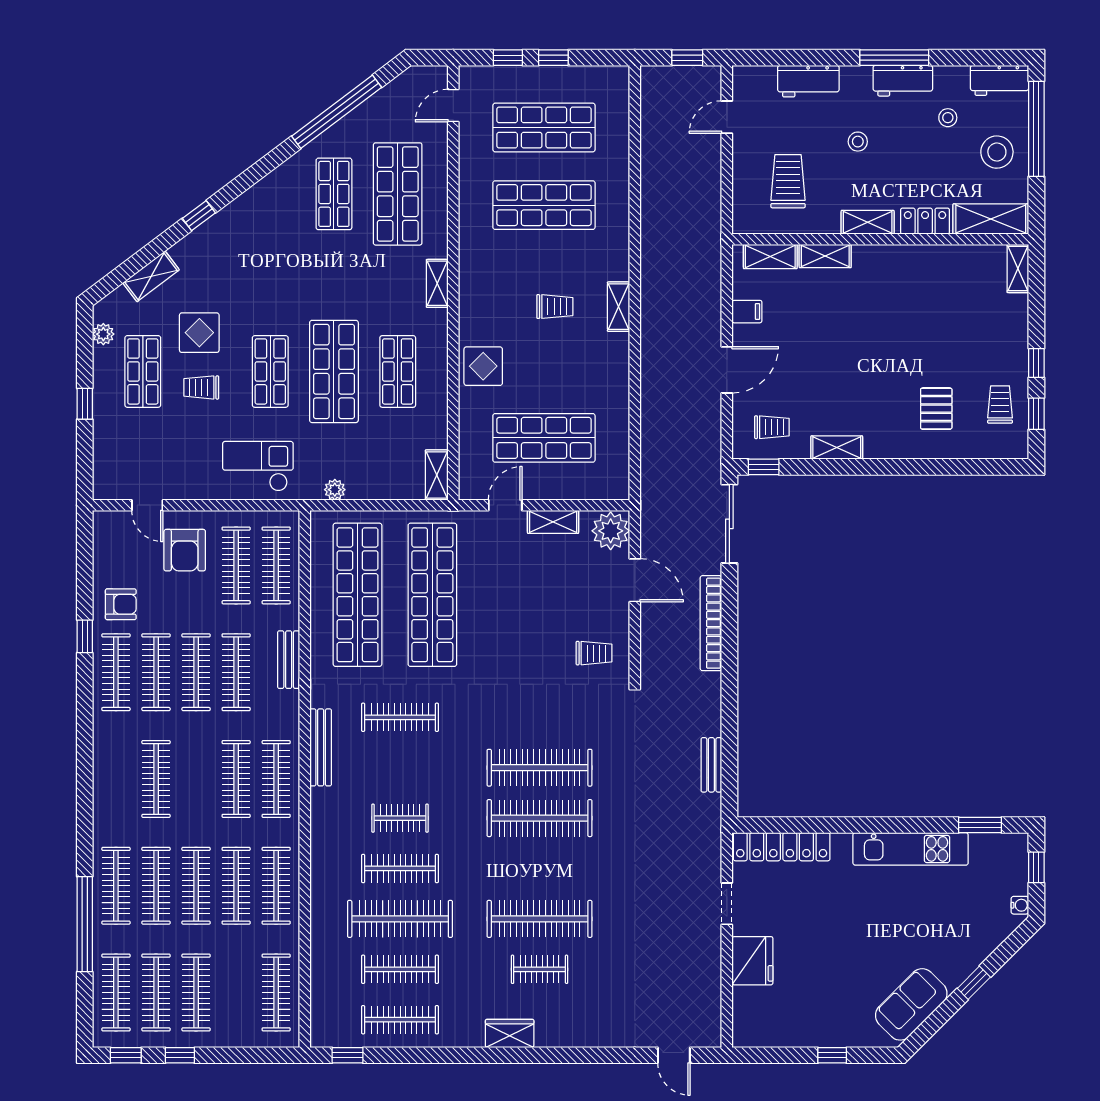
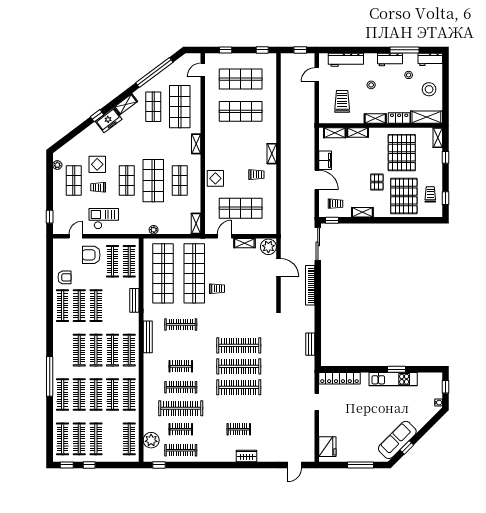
window: (553, 58) -> (262, 50), moved
window: (894, 58) -> (404, 50), moved
workbench: (808, 81) -> (346, 60), width x1.38
window: (1036, 129) -> (445, 80), removed
freezer: (227, 226) -> (109, 120), added
shelving: (151, 276) -> (126, 104), moved
pallet: (931, 304) -> (402, 153), added
trolley: (555, 307) -> (256, 175), moved
filing cabinet: (747, 312) -> (325, 160), width x2.00
window: (1036, 363) -> (445, 157), moved
door: (727, 370) -> (317, 180), hinge flipped
pallet: (872, 375) -> (377, 182), added
window: (85, 404) -> (50, 217), moved
pallet: (936, 409) -> (404, 196), width x2.05, depth x2.00
checkout: (258, 466) -> (104, 219), moved
door: (147, 505) -> (76, 236), swing flipped
armchair: (185, 550) -> (91, 255), turned 90
window: (85, 636) -> (50, 291), removed
trolley: (594, 653) -> (217, 289), moved
clothes rail: (236, 672) -> (96, 350), moved
window: (980, 825) -> (397, 369), moved
clothes rail: (540, 919) -> (239, 387), moved
window: (85, 924) -> (50, 376), moved
fridge: (752, 961) -> (327, 447), moved
clothes rail: (400, 969) -> (181, 429), width x0.73
window: (974, 983) -> (407, 448), moved
plant: (329, 996) -> (151, 440), added
sofa: (911, 1004) -> (397, 440), width x1.36
wardrobe: (510, 1033) -> (246, 456), moved
door: (674, 1055) -> (295, 465), hinge flipped
window: (832, 1055) -> (360, 465), width x2.17

